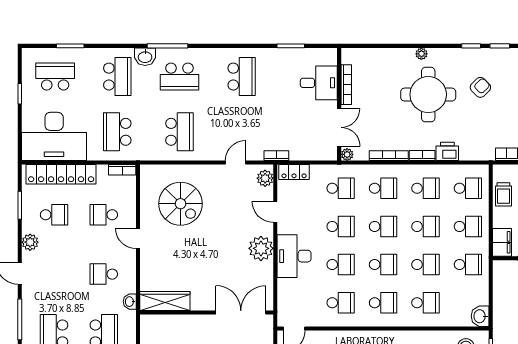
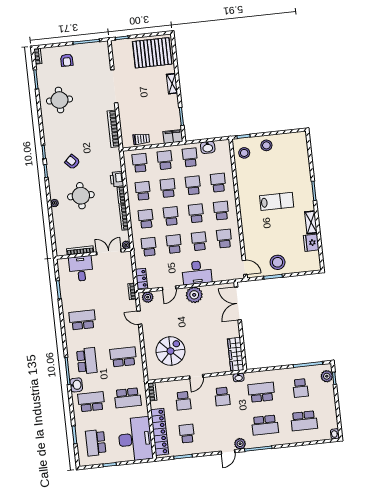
round table: (428, 95) -> (81, 196), width x0.73, depth x0.73
plant: (30, 242) -> (240, 444), moved
washbasin: (480, 316) -> (208, 147), moved

